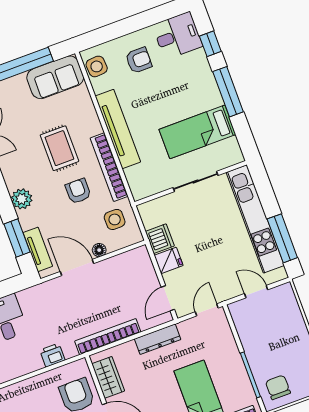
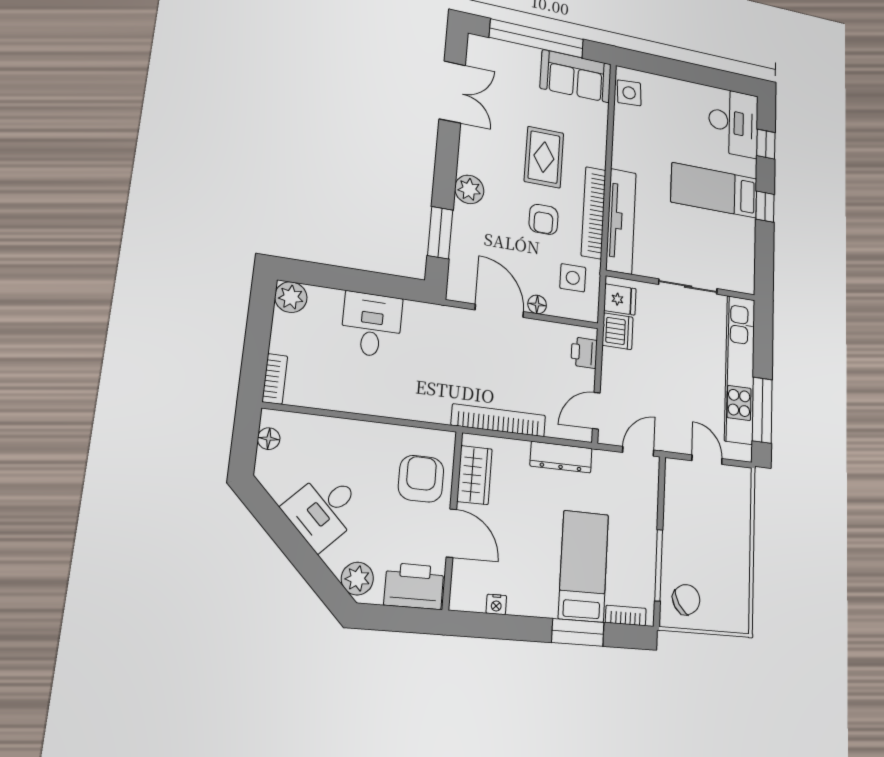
desk: (177, 36) -> (733, 123), width x1.37
armchair: (139, 60) -> (680, 114), removed
window: (228, 92) -> (765, 207), width x0.46
tv unit: (118, 129) -> (621, 221), moved
bed: (197, 132) -> (714, 190), moved
armchair: (78, 191) -> (544, 219), turned 180
tv unit: (38, 249) -> (460, 261), removed
fridge: (169, 260) -> (620, 299), moved
printer: (52, 355) -> (584, 353), moved, turned -90
chair: (278, 387) -> (686, 600), turned 57

